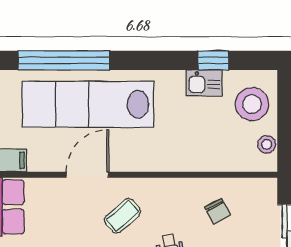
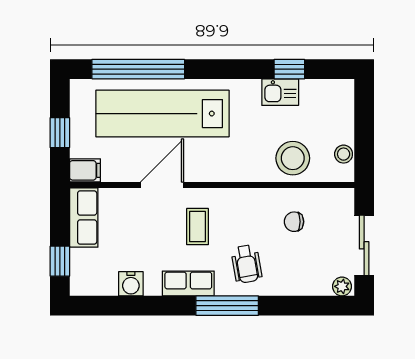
stool: (252, 104) -> (293, 158), moved
chair: (218, 211) -> (294, 222), turned 118
coffee table: (122, 216) -> (198, 227), turned -49

